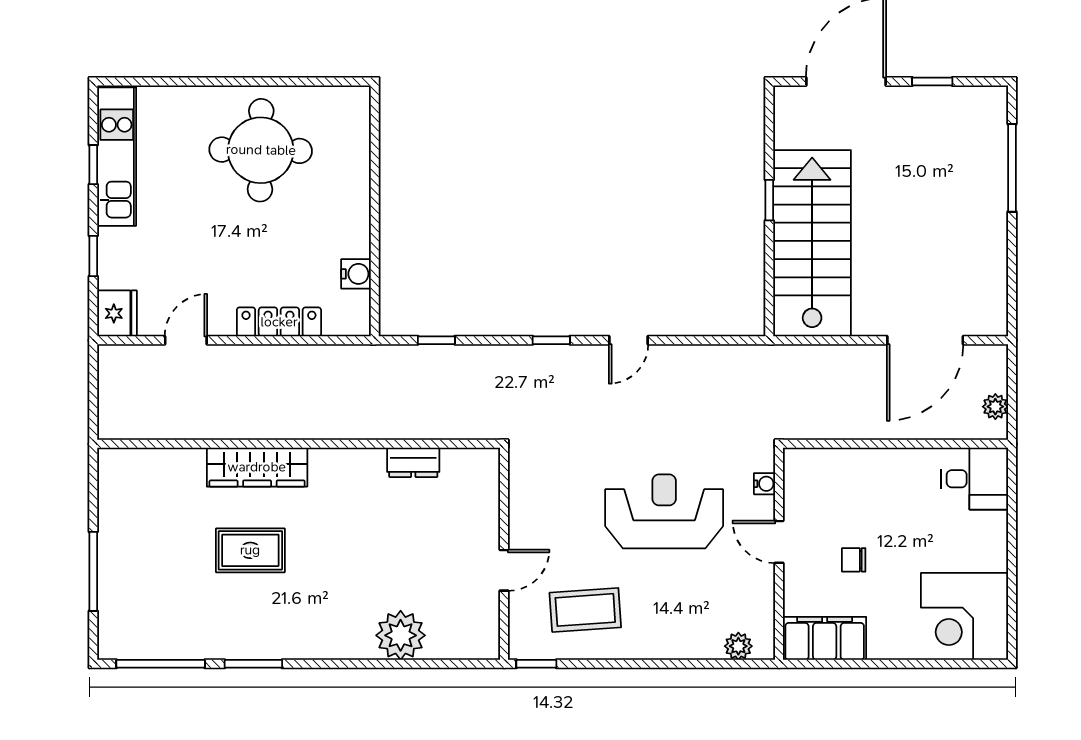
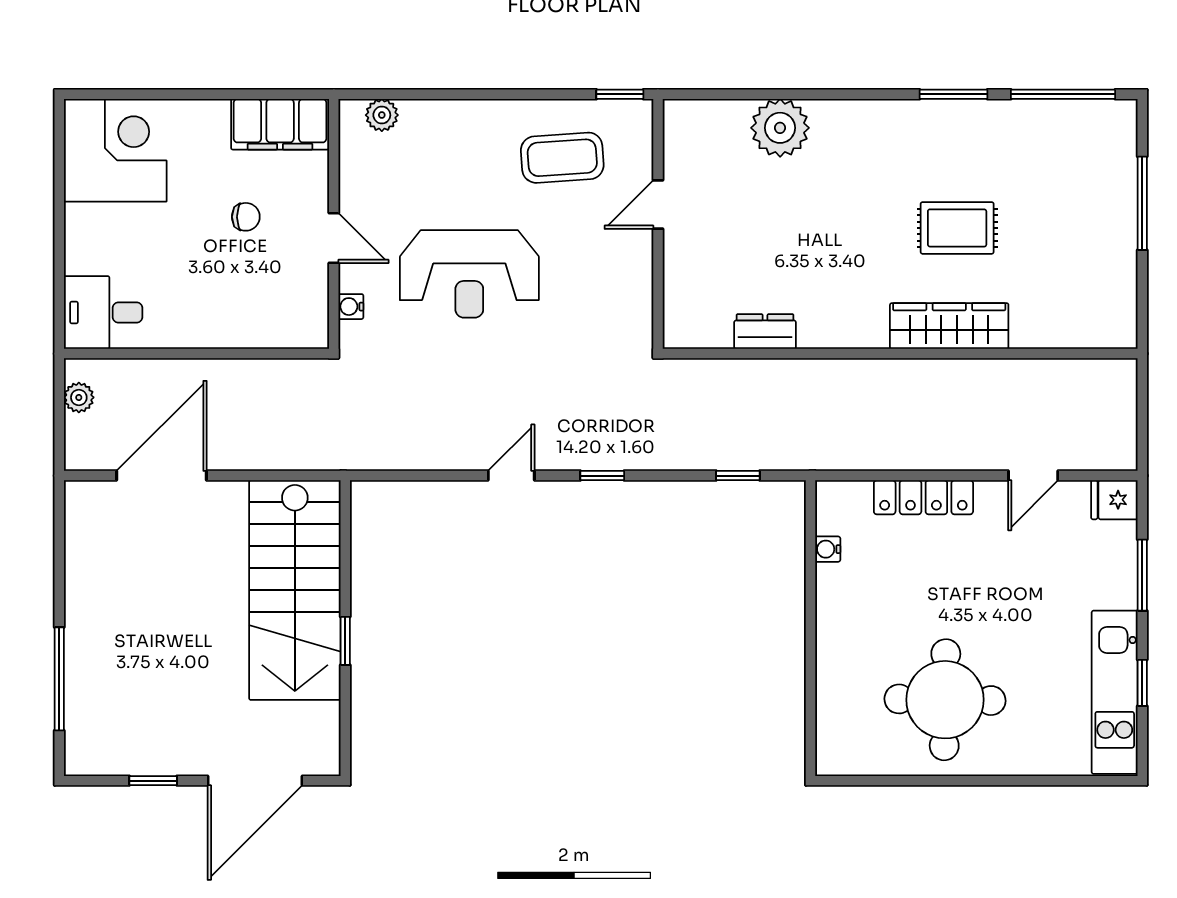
window: (93, 256) -> (1142, 575), width x1.50
water cooler: (356, 274) -> (828, 549), width x0.72, depth x0.72
fridge: (117, 313) -> (1114, 500), width x0.72

